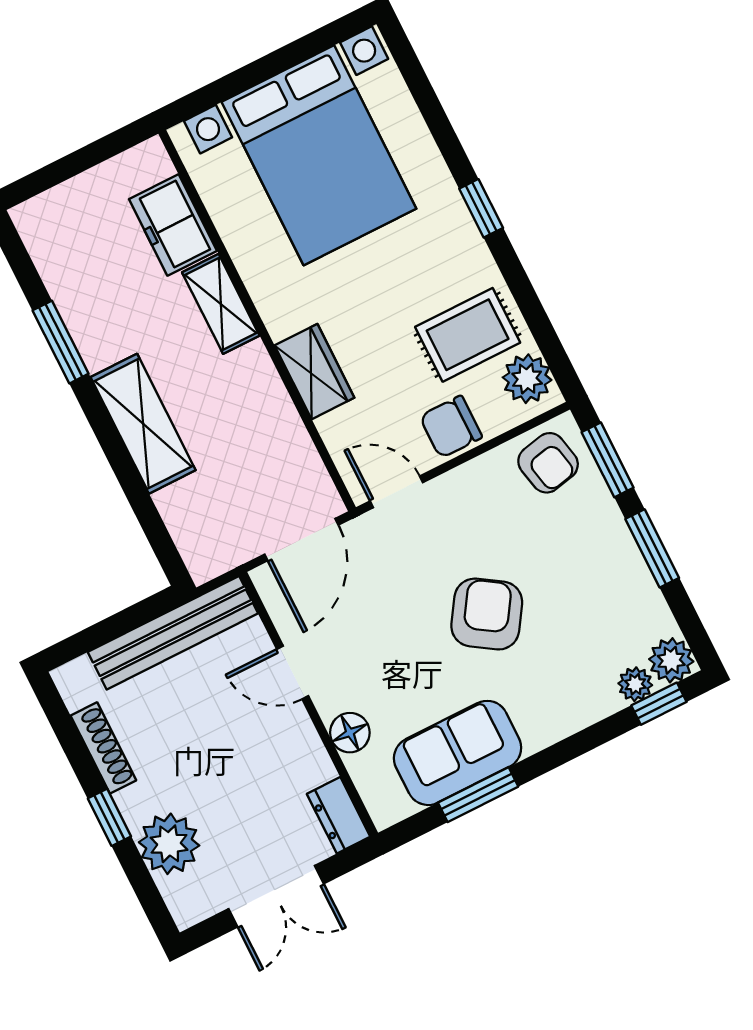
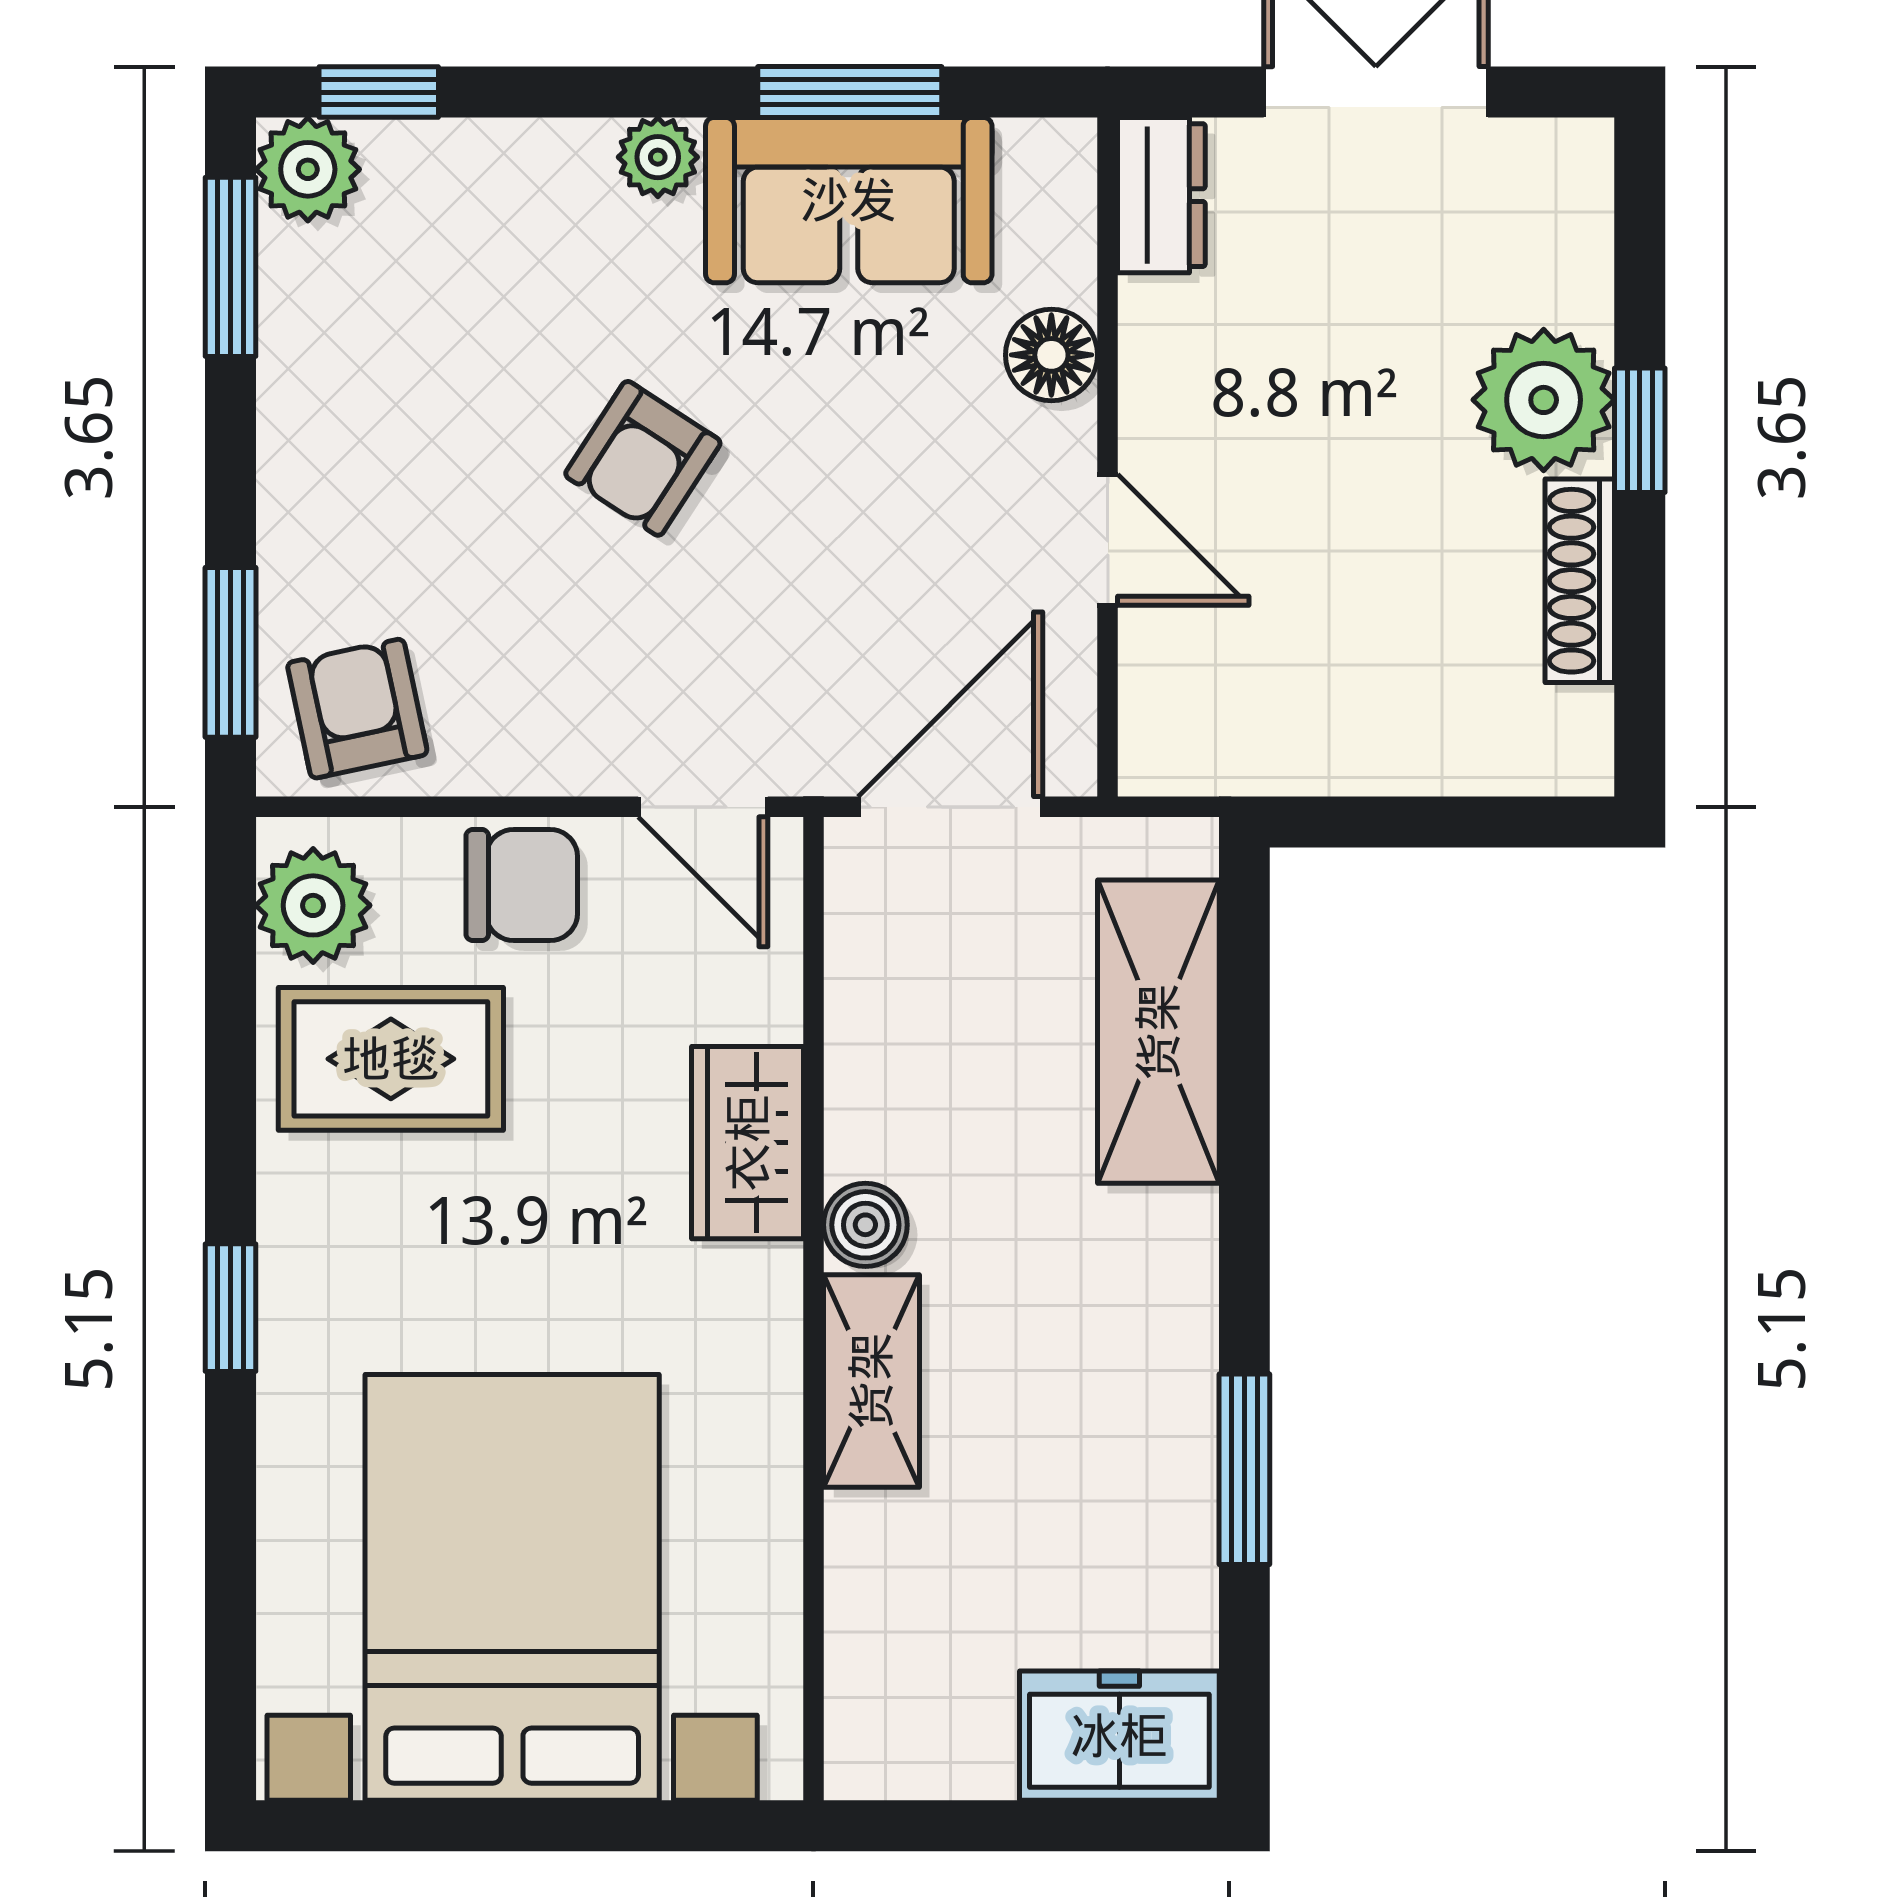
freezer: (173, 225) -> (1119, 1736), moved, turned -90
boiler: (253, 363) -> (865, 1225), added
shelving: (143, 424) -> (1158, 1032), moved
window: (652, 548) -> (231, 267), moved
armchair: (487, 614) -> (643, 458), width x0.72, depth x0.72
bench: (173, 633) -> (1315, 748), removed
plant: (635, 684) -> (658, 157), moved
plant: (169, 844) -> (1544, 400), moved

